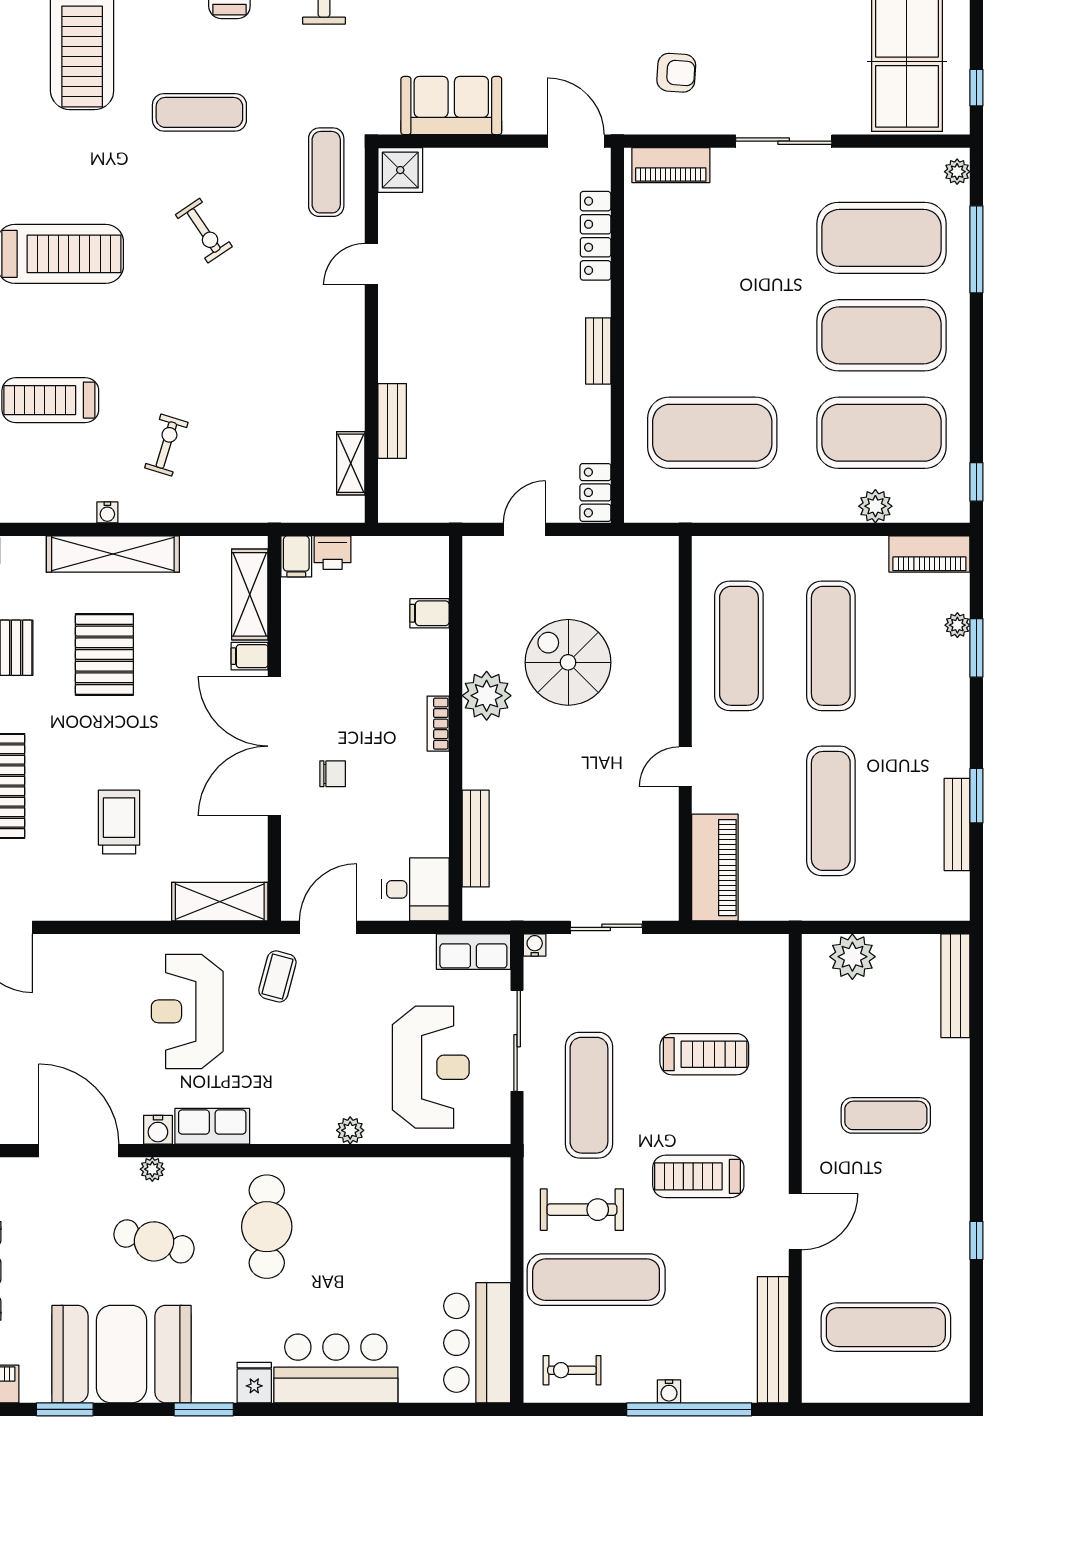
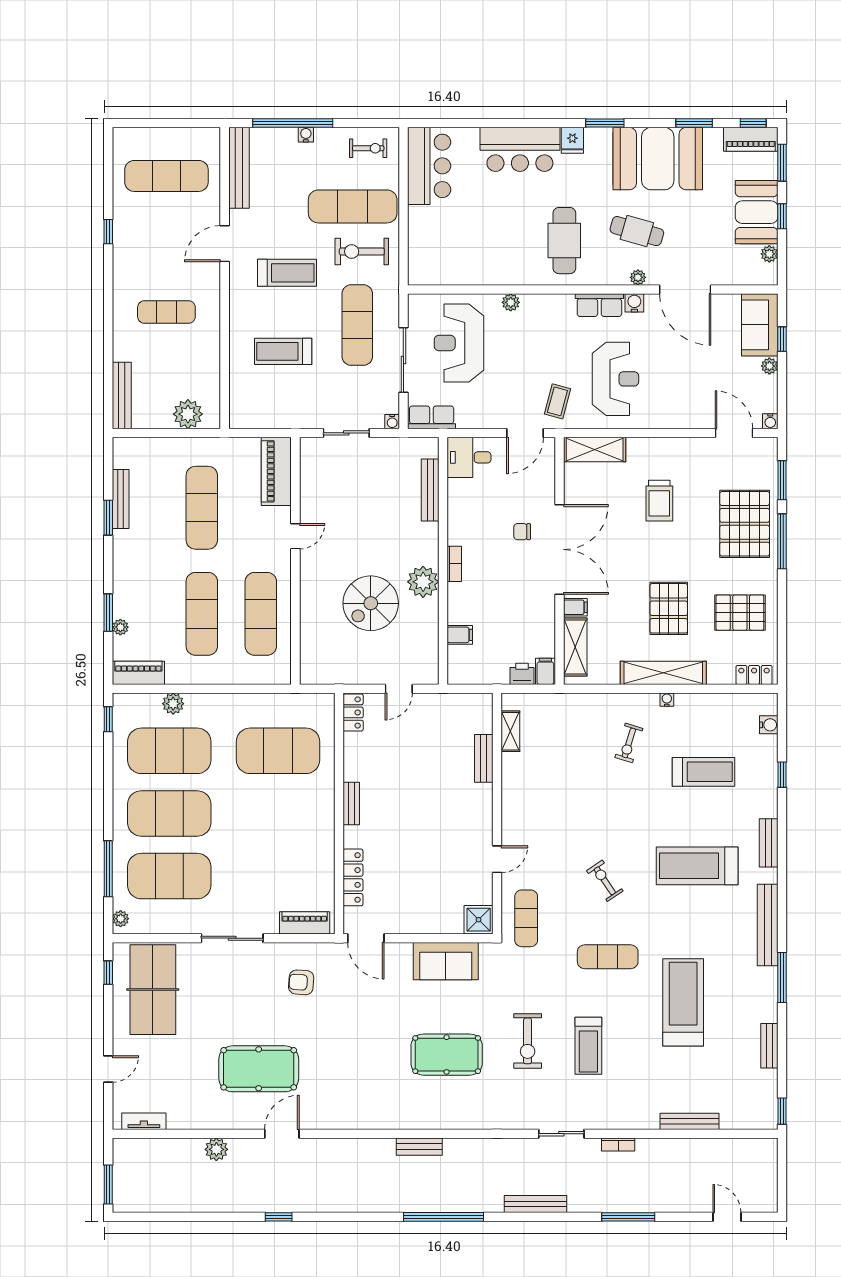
spiral stairs: (568, 662) -> (371, 603), turned 90

